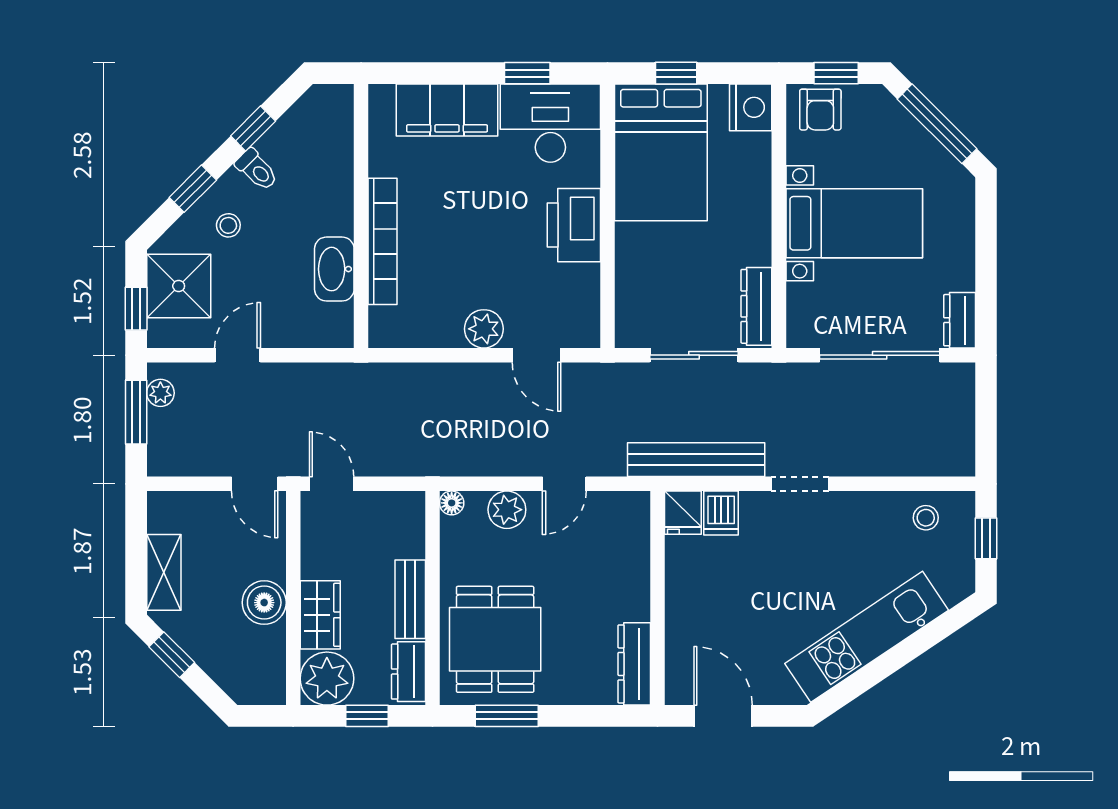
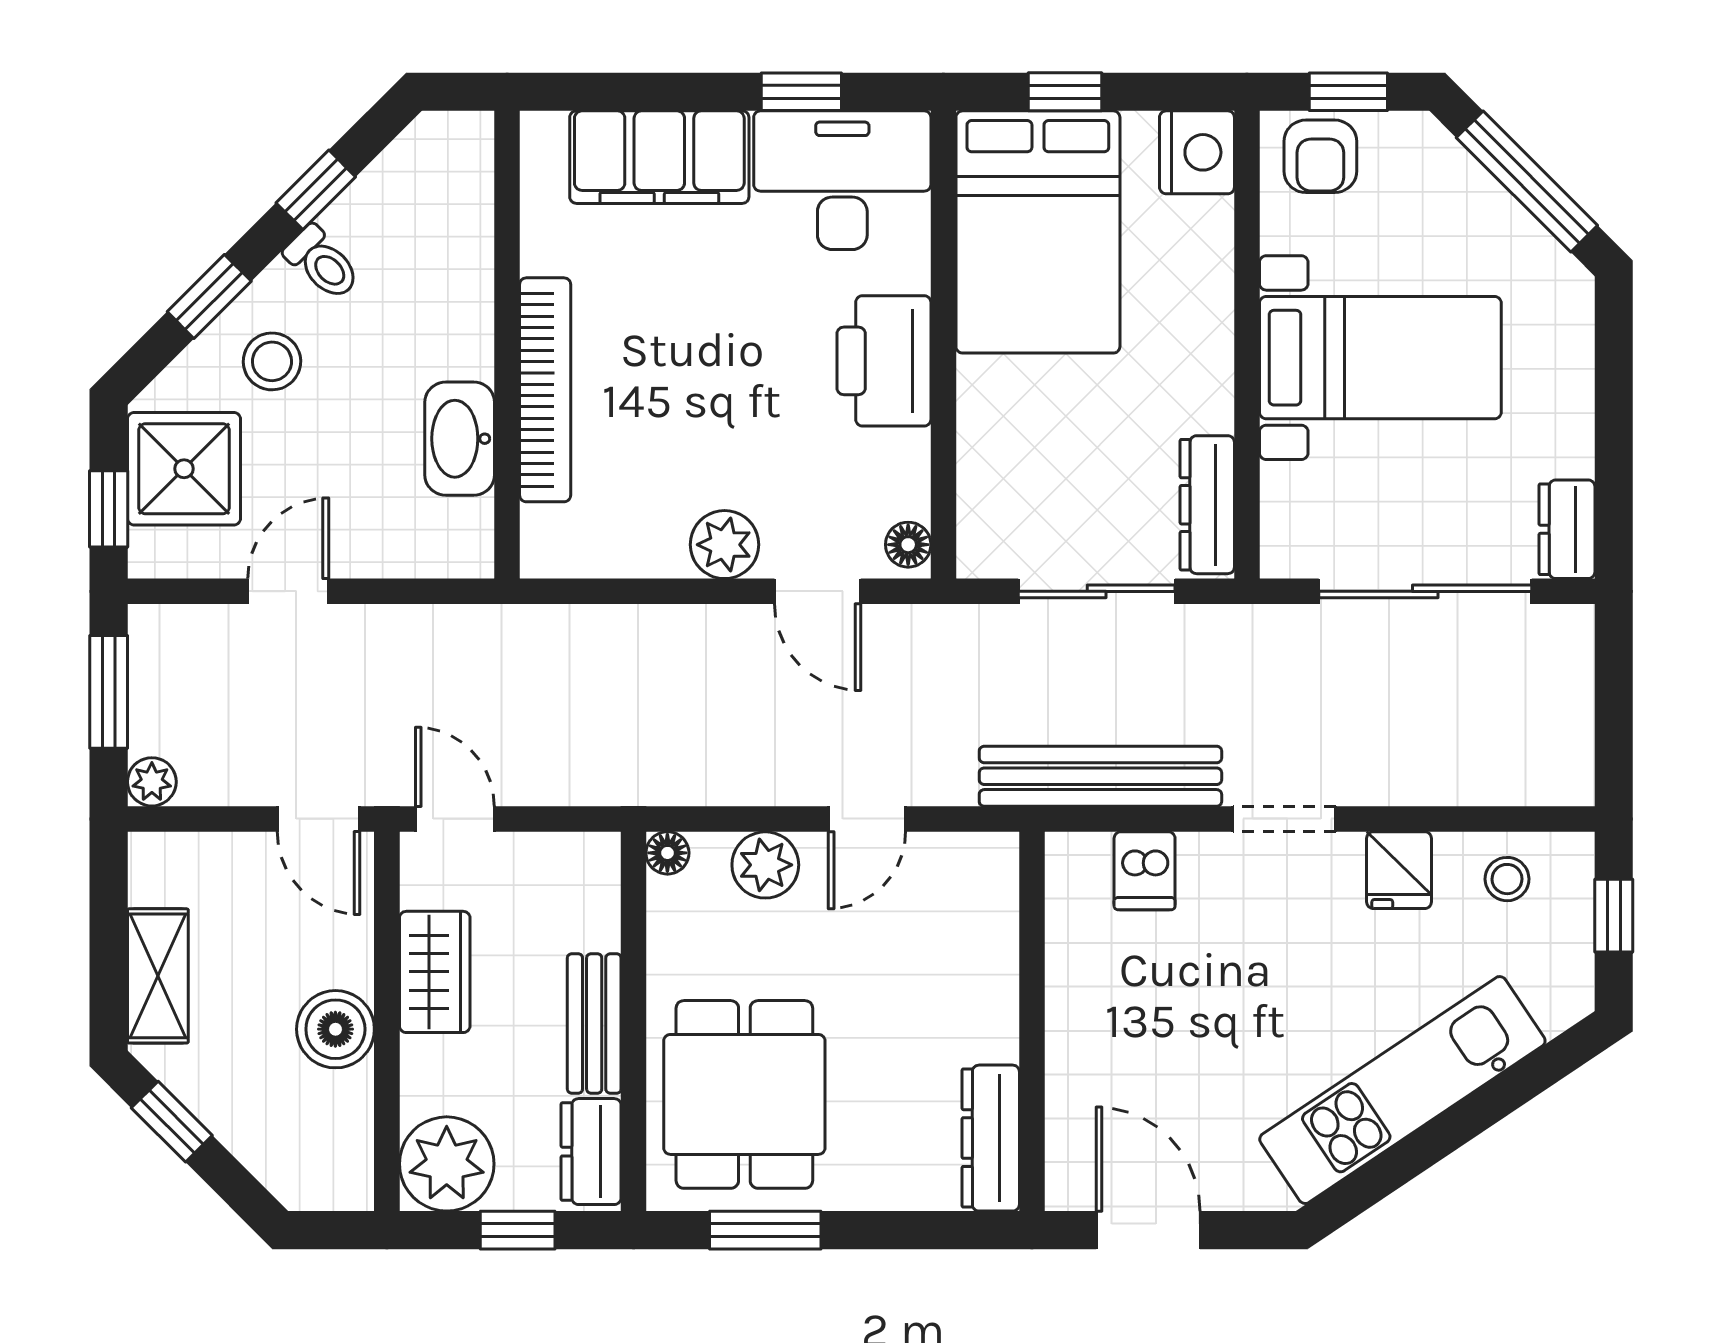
stool: (228, 225) -> (272, 361), width x1.37, depth x1.37
floor lamp: (588, 329) -> (908, 545), added
plant: (160, 393) -> (152, 782), moved
fridge: (683, 513) -> (1399, 870), moved
wardrobe: (320, 615) -> (435, 972), moved

